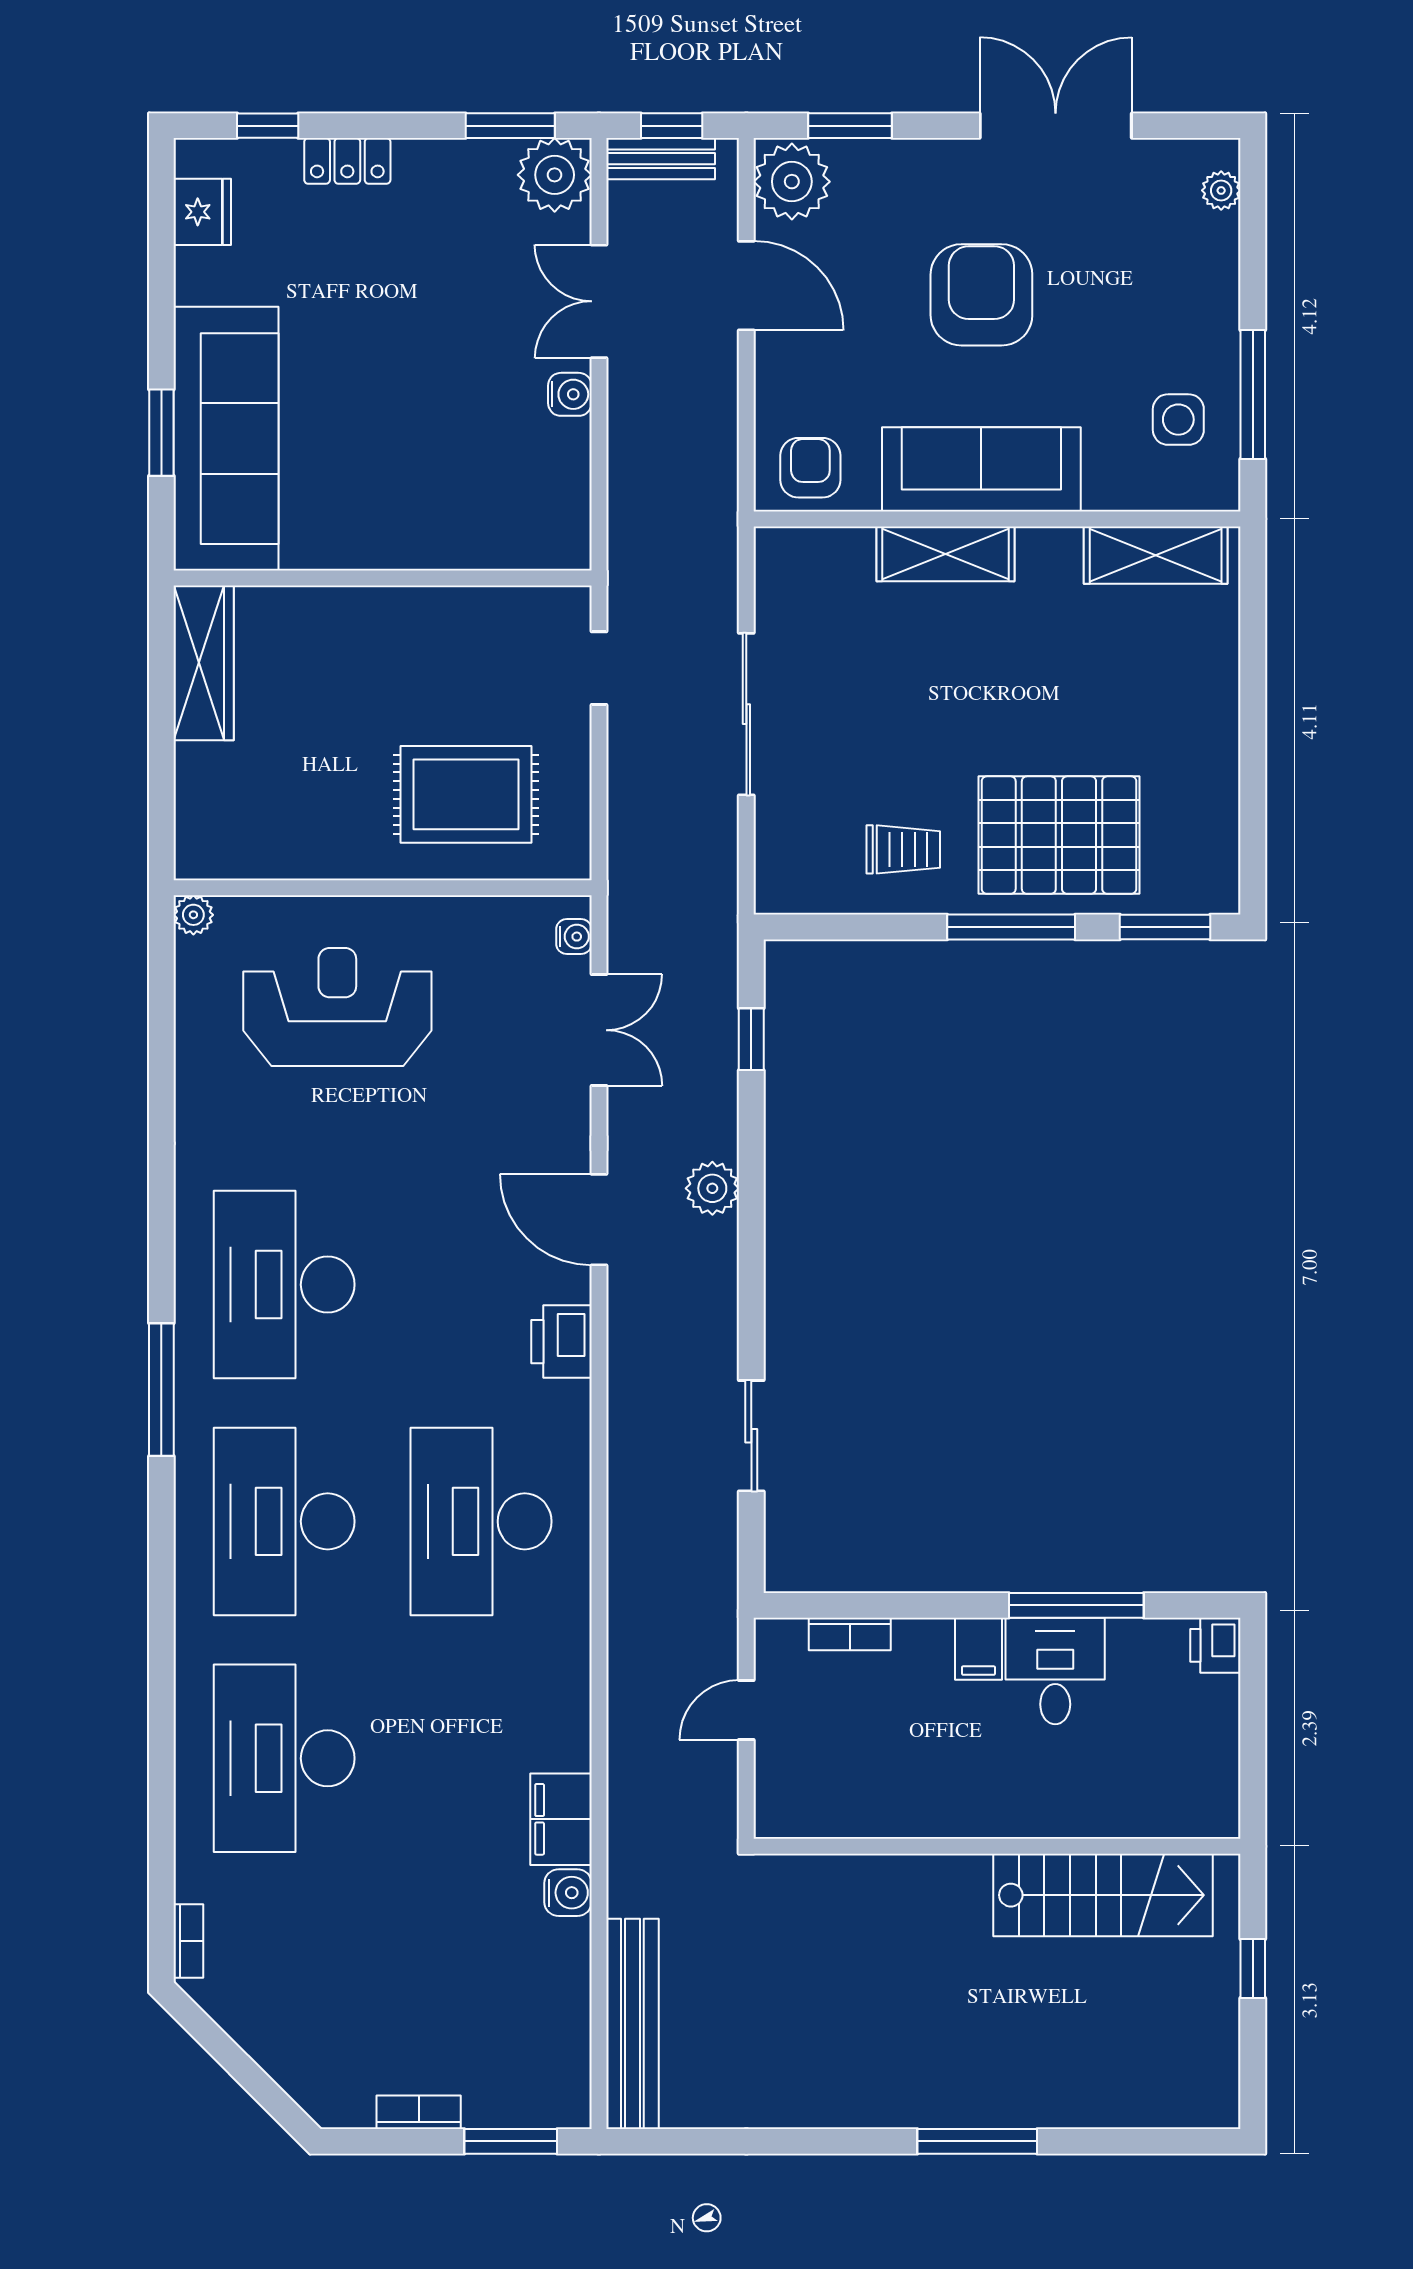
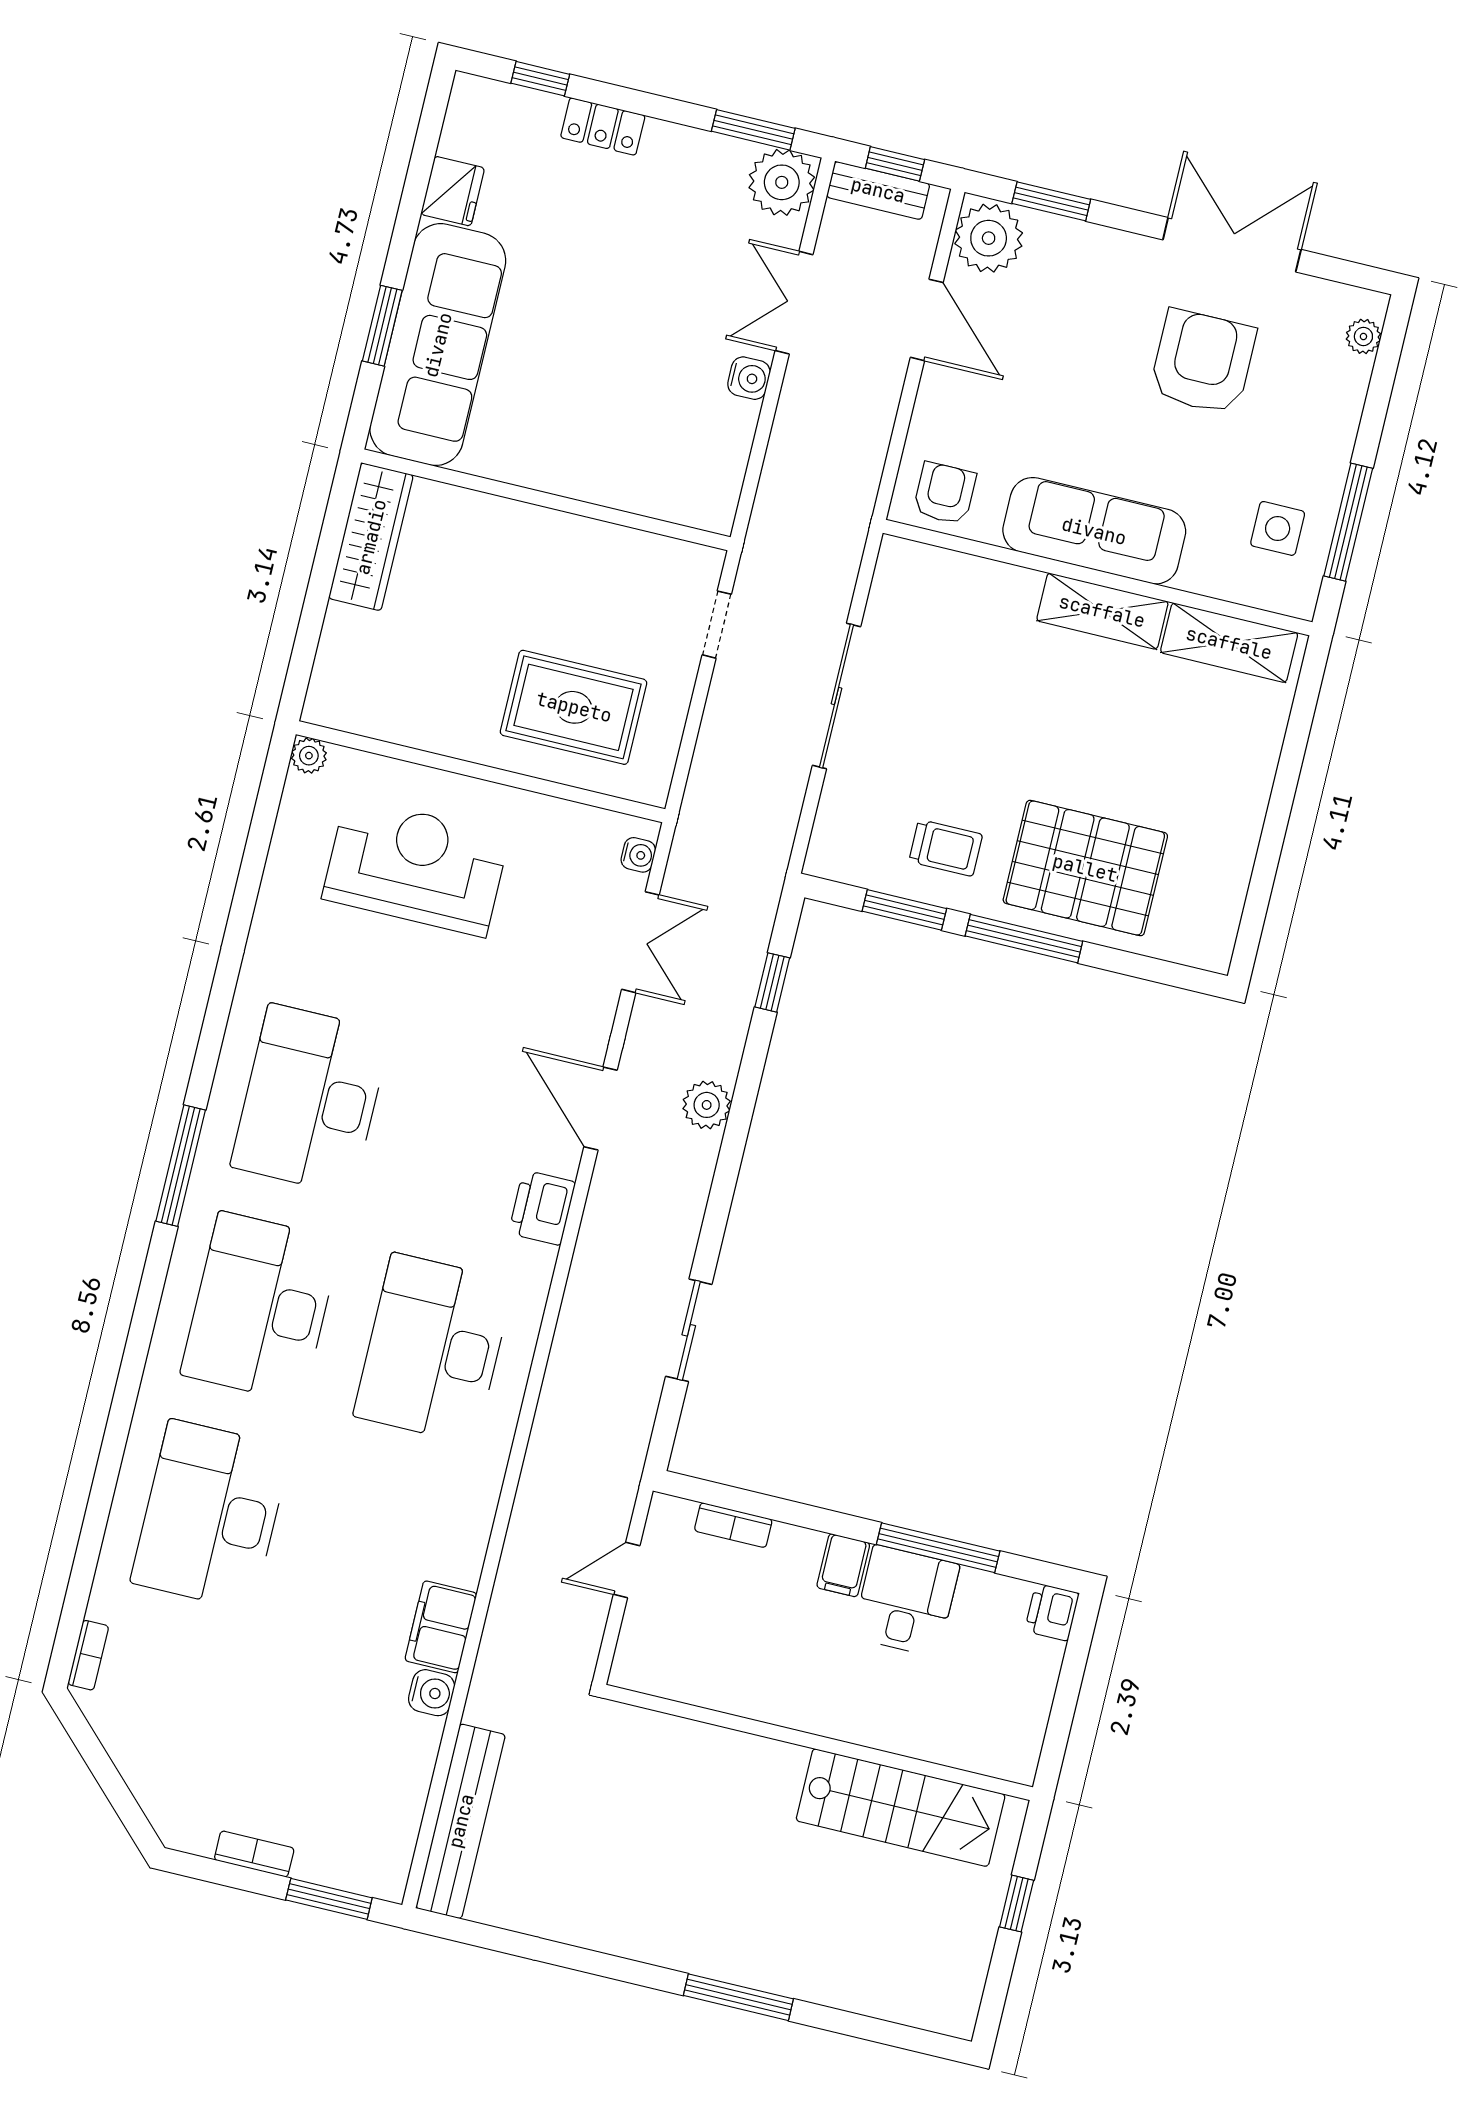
fridge: (202, 212) -> (453, 191), moved
armchair: (981, 295) -> (1203, 362), moved
shelving: (945, 554) -> (1102, 611), moved
window: (1165, 927) -> (904, 910), moved

